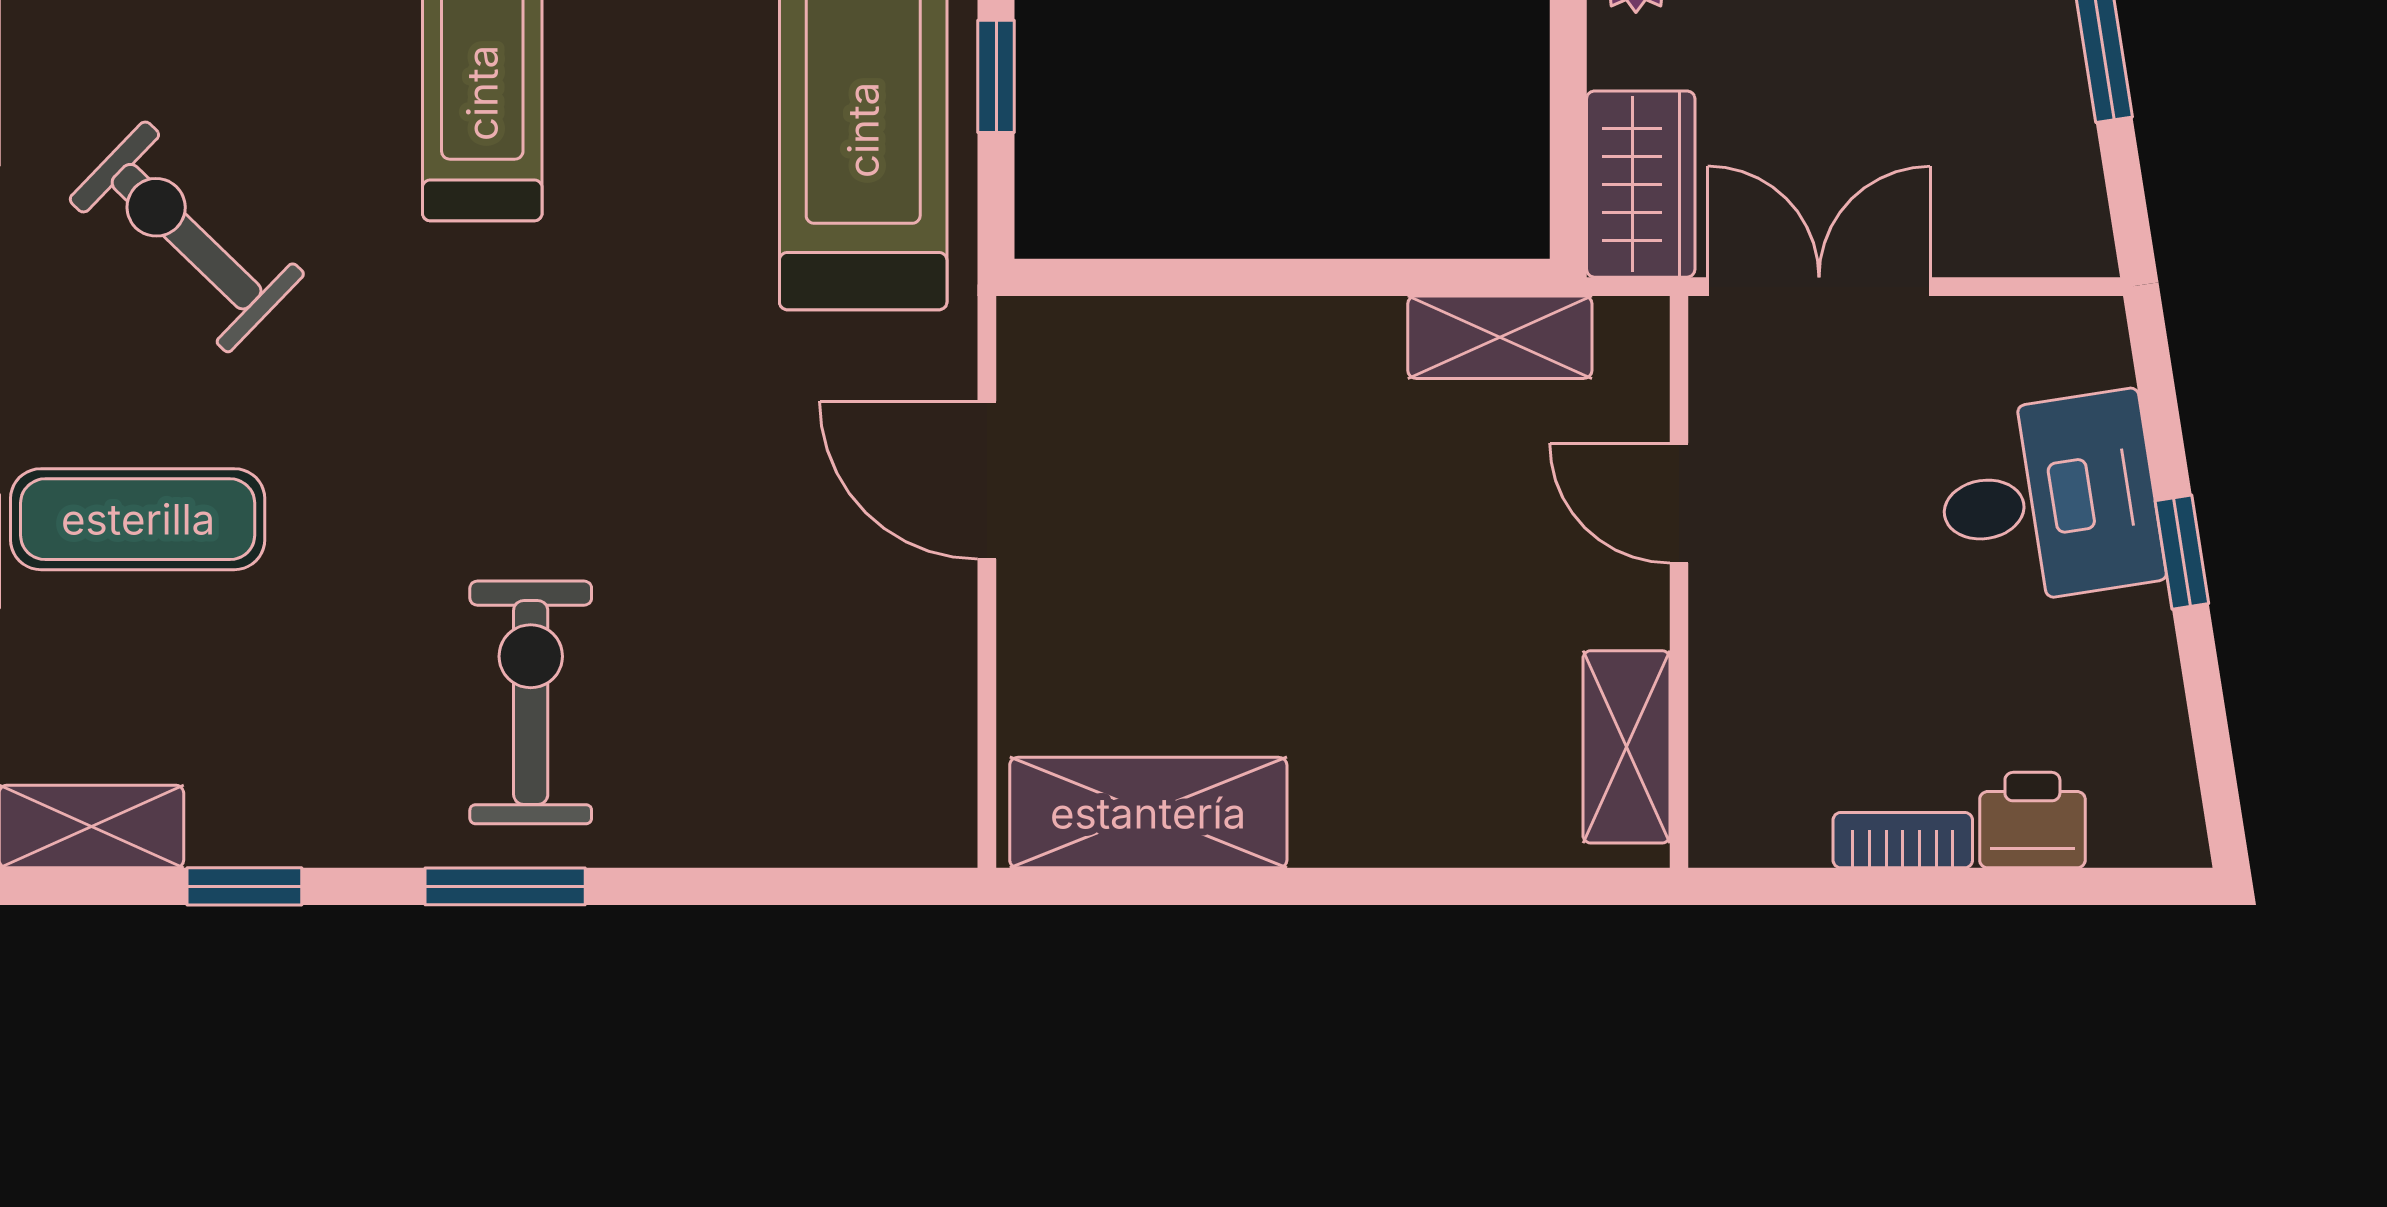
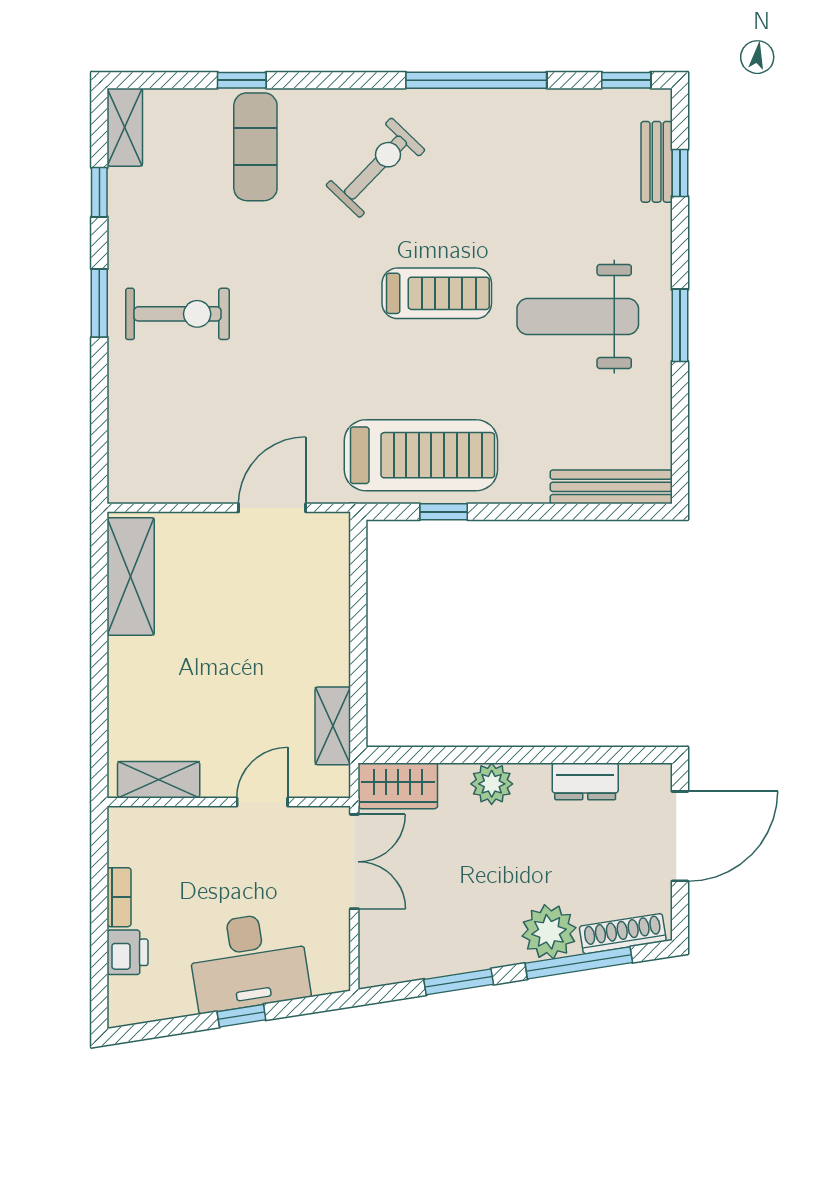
desk: (2048, 499) -> (249, 962), width x1.37

